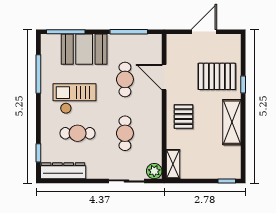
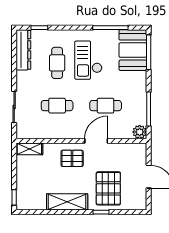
booth: (84, 49) -> (133, 50), moved
door: (164, 77) -> (96, 141), moved
checkout: (74, 99) -> (88, 60), turned 180
plant: (154, 171) -> (140, 132), moved

